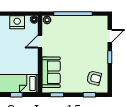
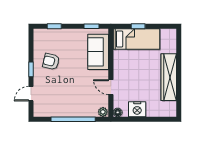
door: (40, 42) -> (111, 87), swing flipped
armchair: (94, 78) -> (51, 61), moved

